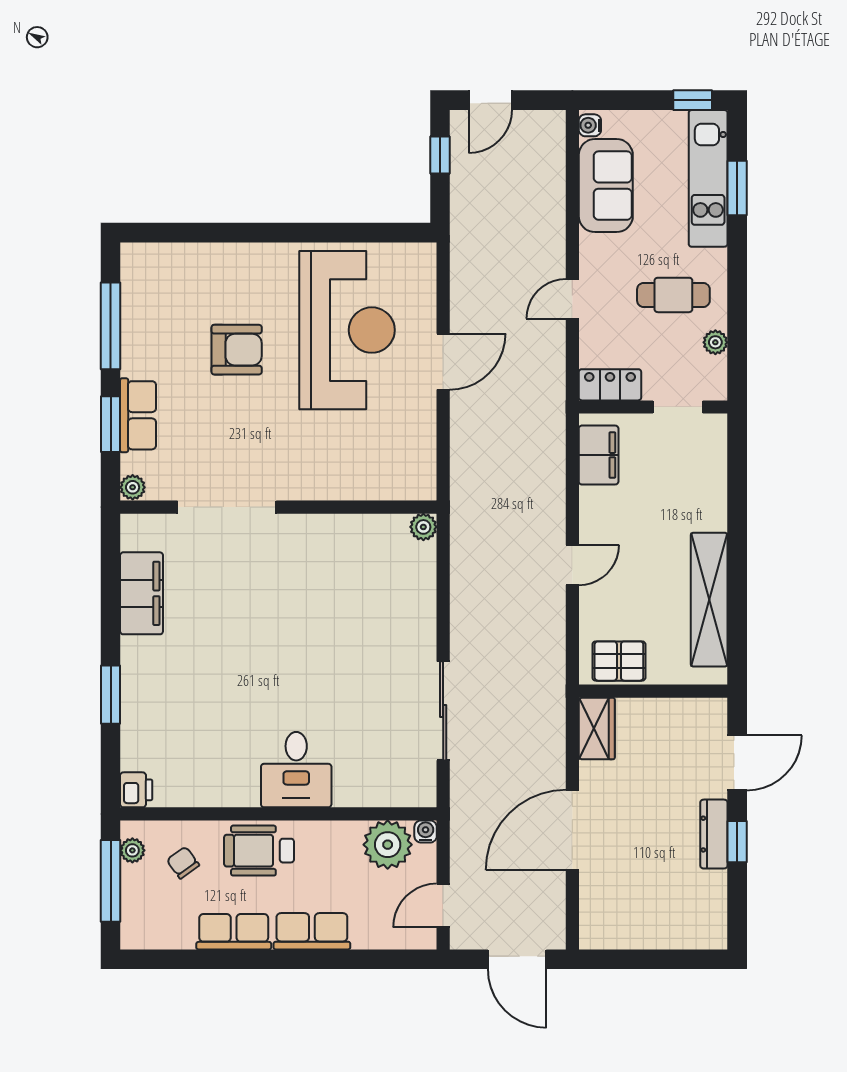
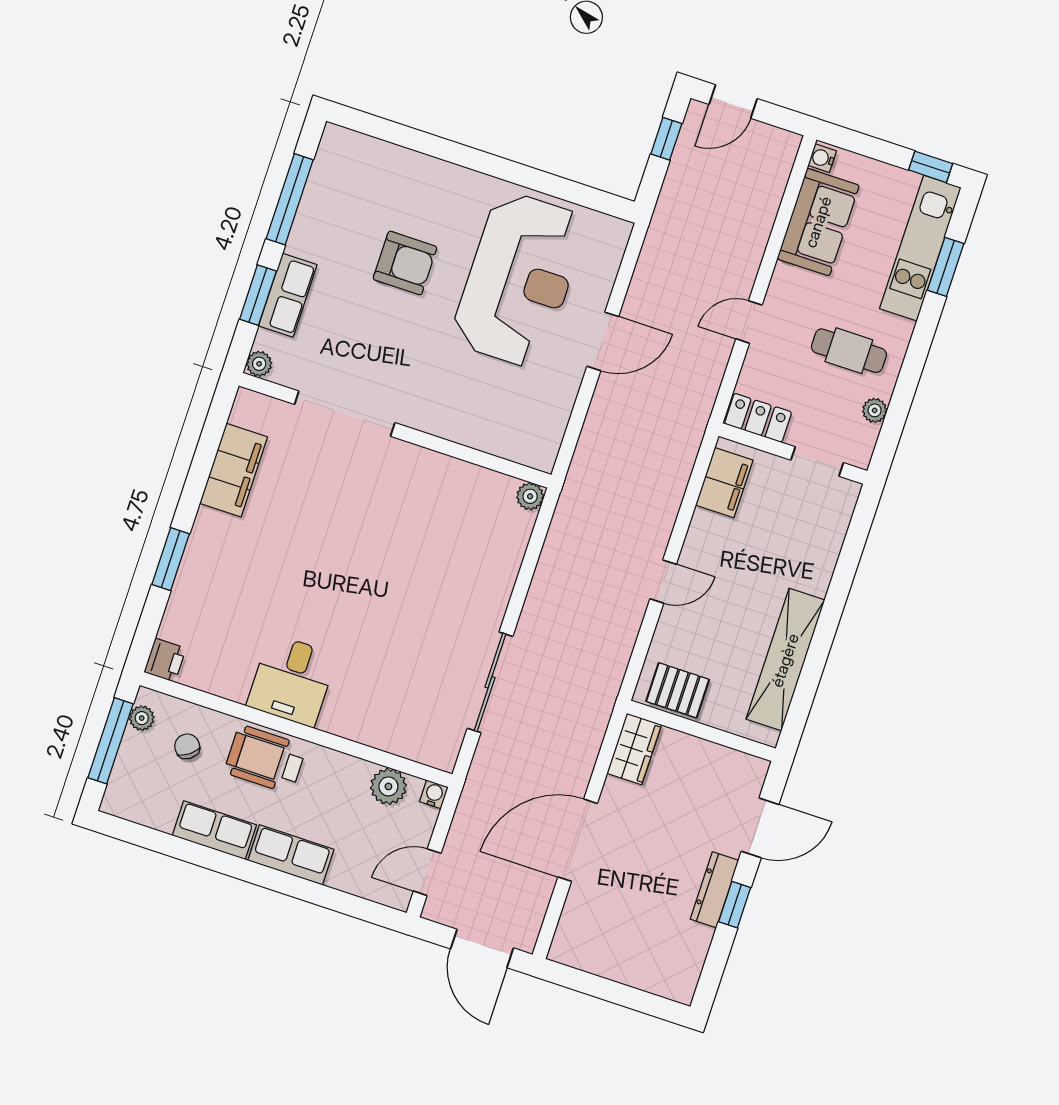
desk: (296, 770) -> (292, 680), moved
plant: (388, 845) -> (388, 786), width x0.73, depth x0.73

